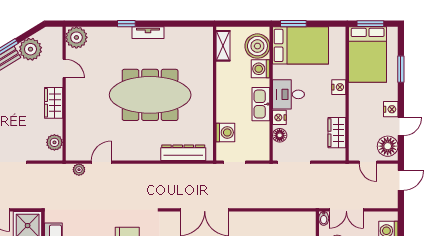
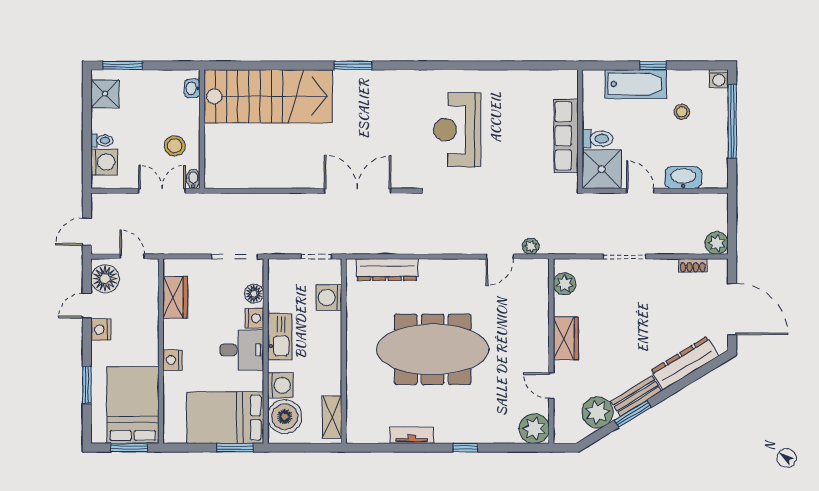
tv unit: (148, 33) -> (412, 435), moved

